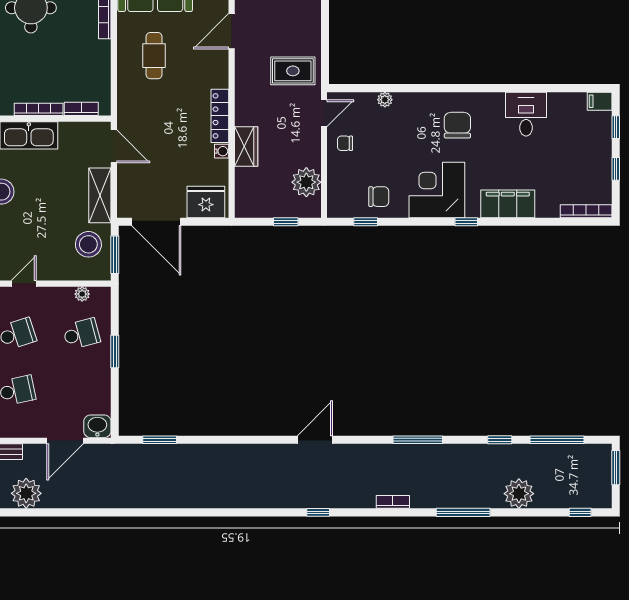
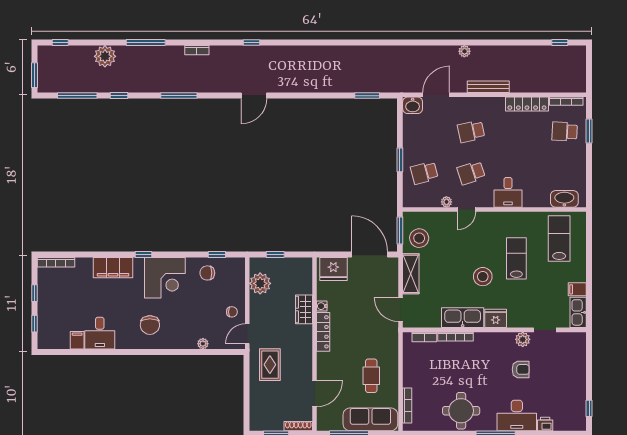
rug: (293, 71) -> (270, 365), turned 90
filing cabinet: (600, 101) -> (77, 340), moved, turned -90
plant: (82, 294) -> (446, 202), moved
plant: (26, 493) -> (464, 51), width x0.53, depth x0.53

